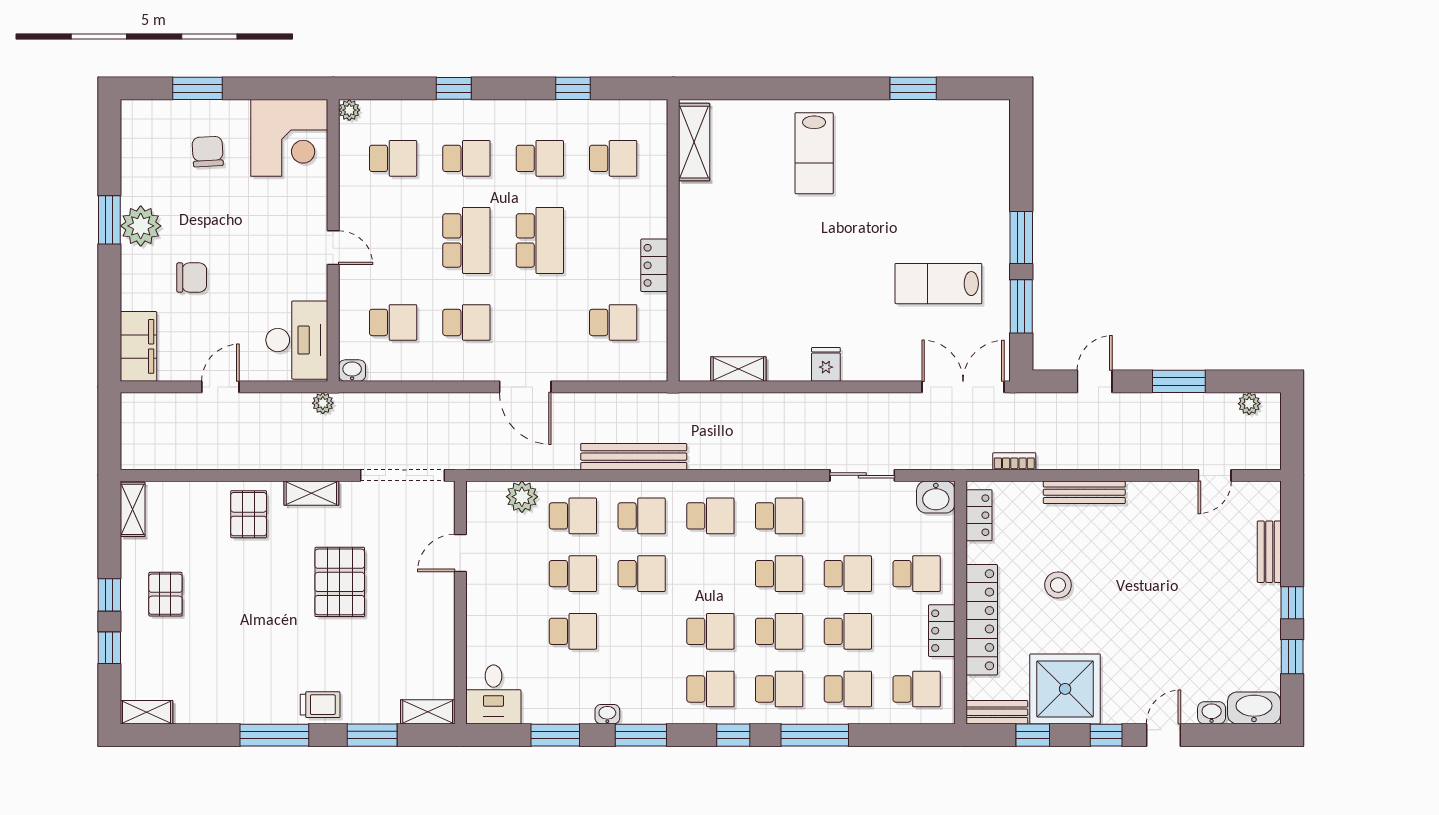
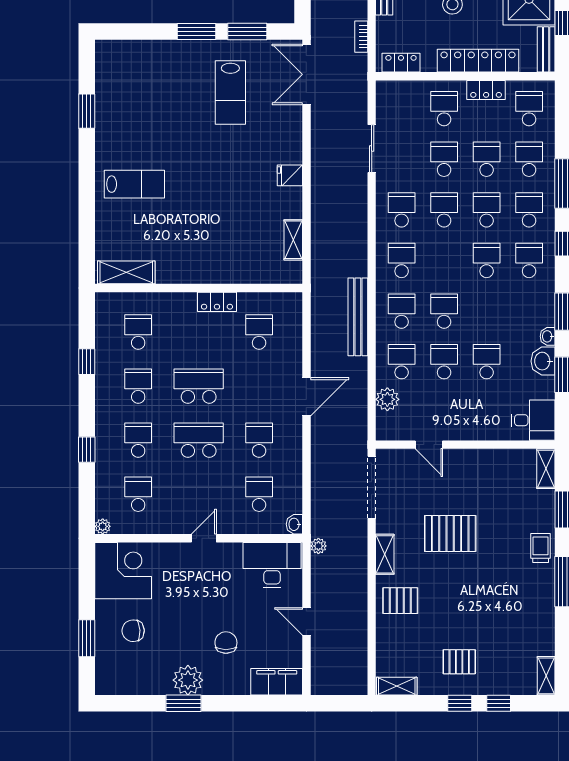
washbasin: (936, 497) -> (543, 361), moved, turned 180

